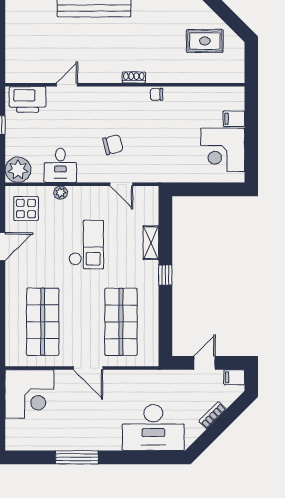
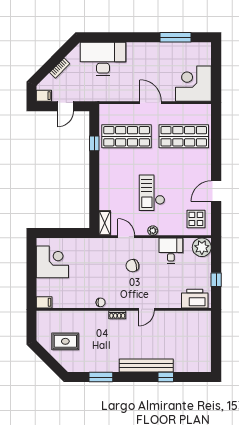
door: (67, 85) -> (146, 309), moved
filing cabinet: (234, 119) -> (44, 302), moved
plant: (61, 193) -> (153, 231), moved
shelving: (151, 243) -> (105, 223), moved
window: (165, 275) -> (94, 143), moved
shop shelf: (43, 322) -> (184, 136), turned 90
shop shelf: (121, 322) -> (127, 136), turned 90
window: (77, 457) -> (176, 37), moved

